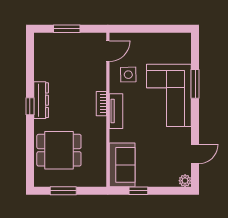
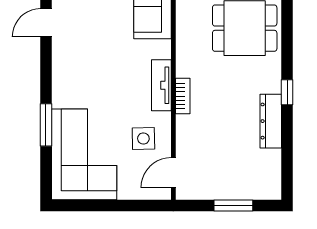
corner sofa: (169, 95) -> (84, 154), moved
dresser: (41, 100) -> (271, 121), moved

